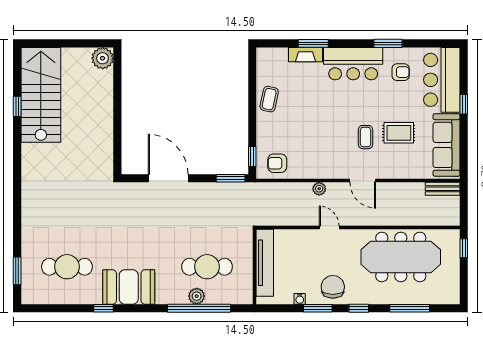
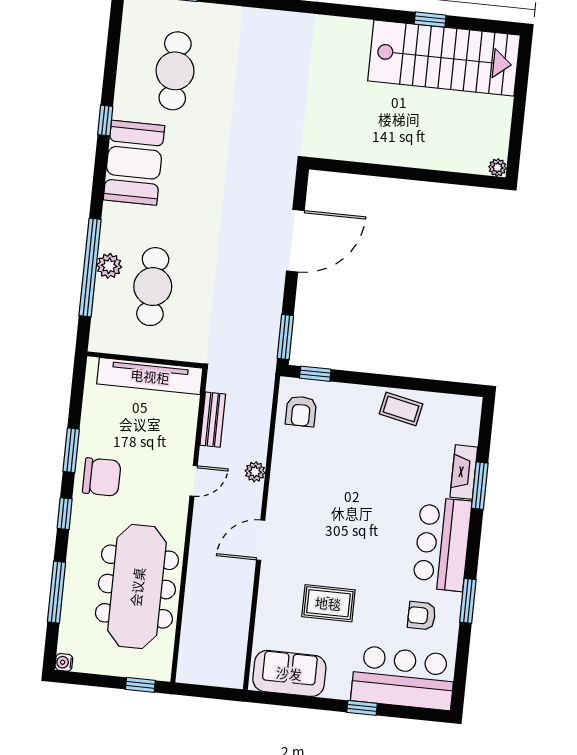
plant: (103, 58) -> (498, 168), width x0.53, depth x0.53
armchair: (401, 72) -> (422, 616), turned 90
rug: (399, 133) -> (328, 603), turned 90
coffee table: (366, 137) -> (327, 551), removed
sofa: (446, 145) -> (289, 673), width x0.73
armchair: (277, 163) -> (301, 411), turned 180
bench: (443, 189) -> (213, 420), moved
water cooler: (300, 299) -> (64, 662), moved

